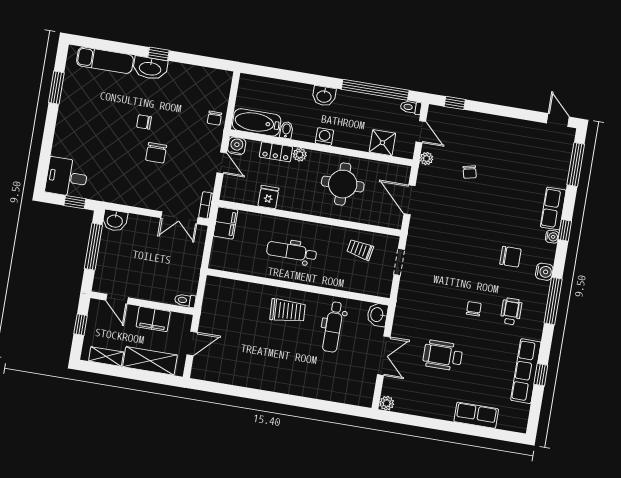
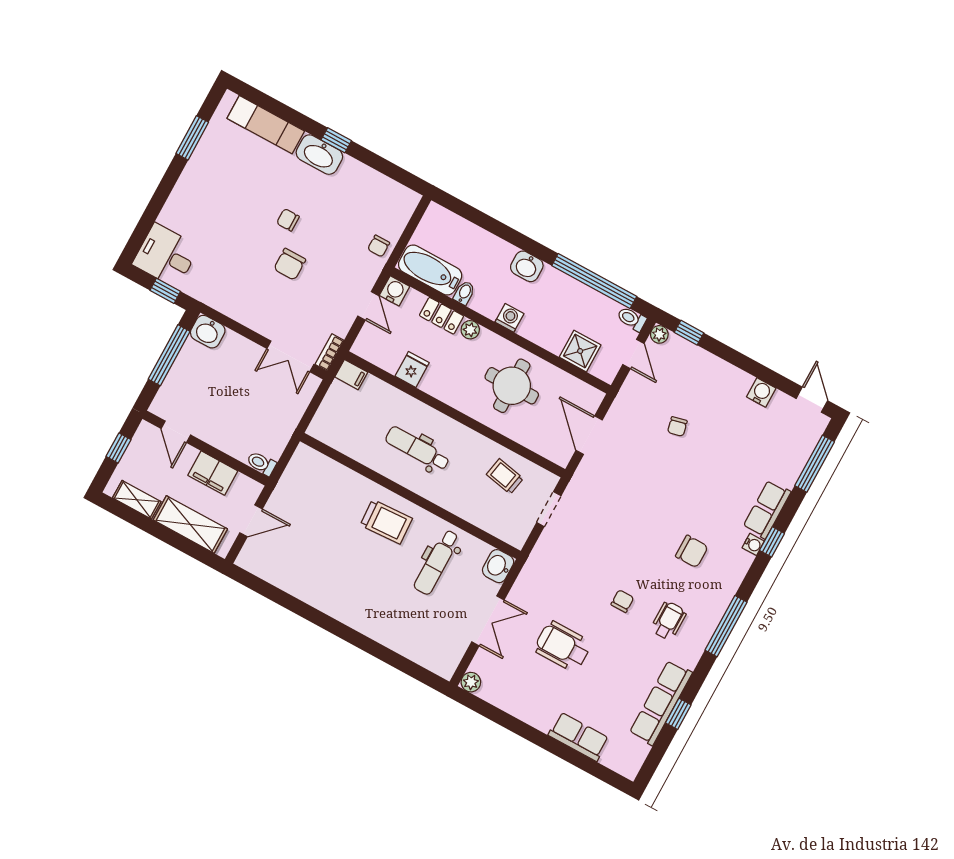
plant: (426, 158) -> (659, 334), moved
filing cabinet: (226, 223) -> (351, 375), width x0.50
water cooler: (544, 272) -> (761, 392), moved, turned -90

